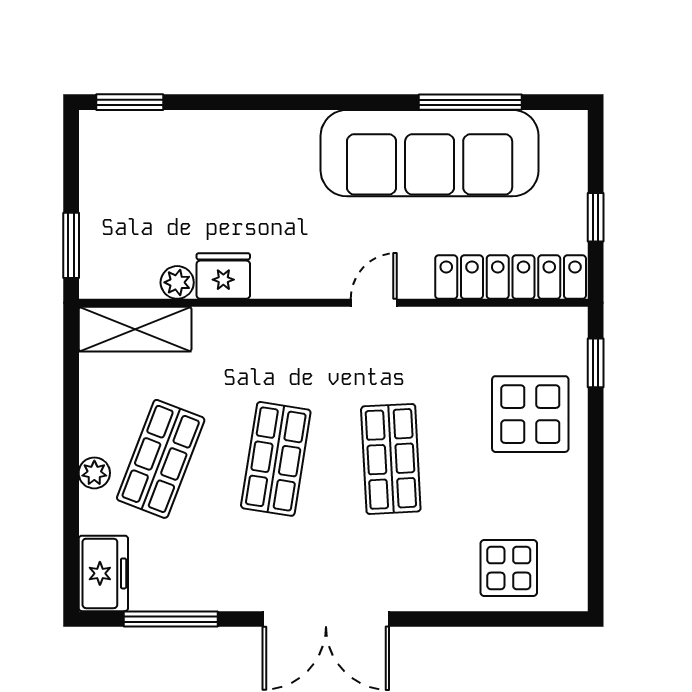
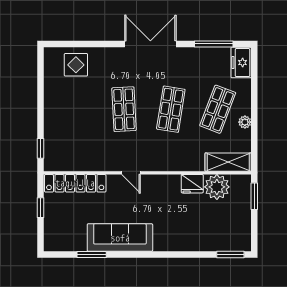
window: (470, 102) -> (92, 255), width x0.69
sofa: (430, 153) -> (120, 238), width x0.74, depth x0.79
plant: (177, 282) -> (217, 187), width x1.88, depth x1.88
door: (374, 303) -> (131, 173), hinge flipped
display table: (530, 414) -> (67, 127), removed
plant: (94, 473) -> (245, 122), moved

